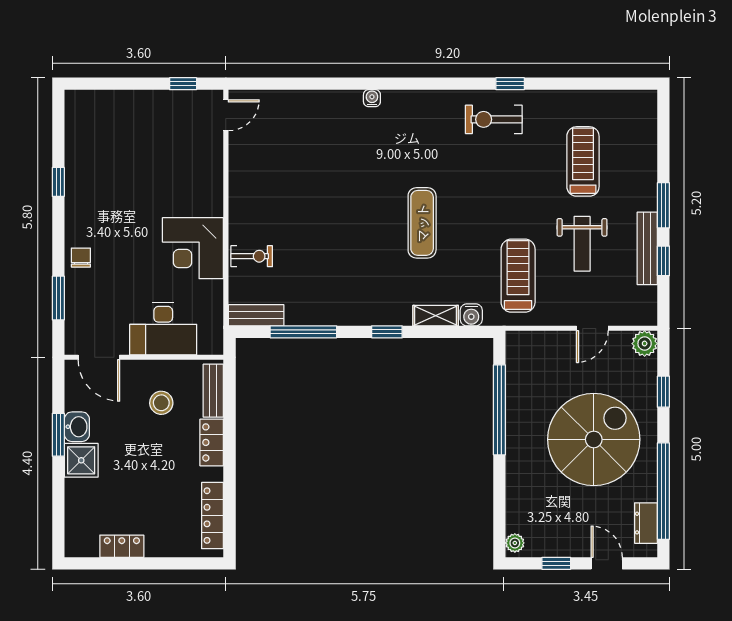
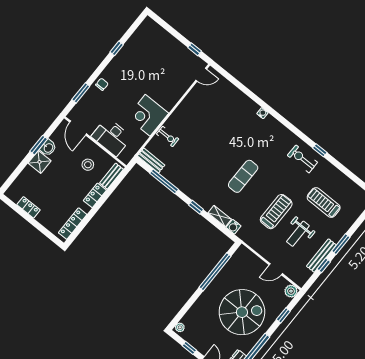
treadmill: (583, 161) -> (324, 202), turned -90
treadmill: (518, 276) -> (276, 212), moved

